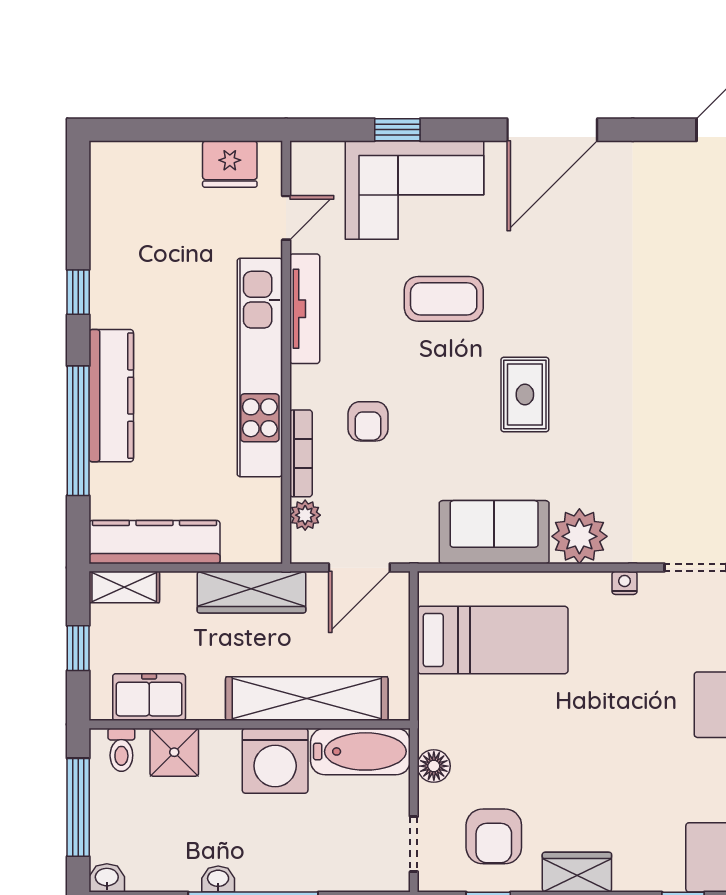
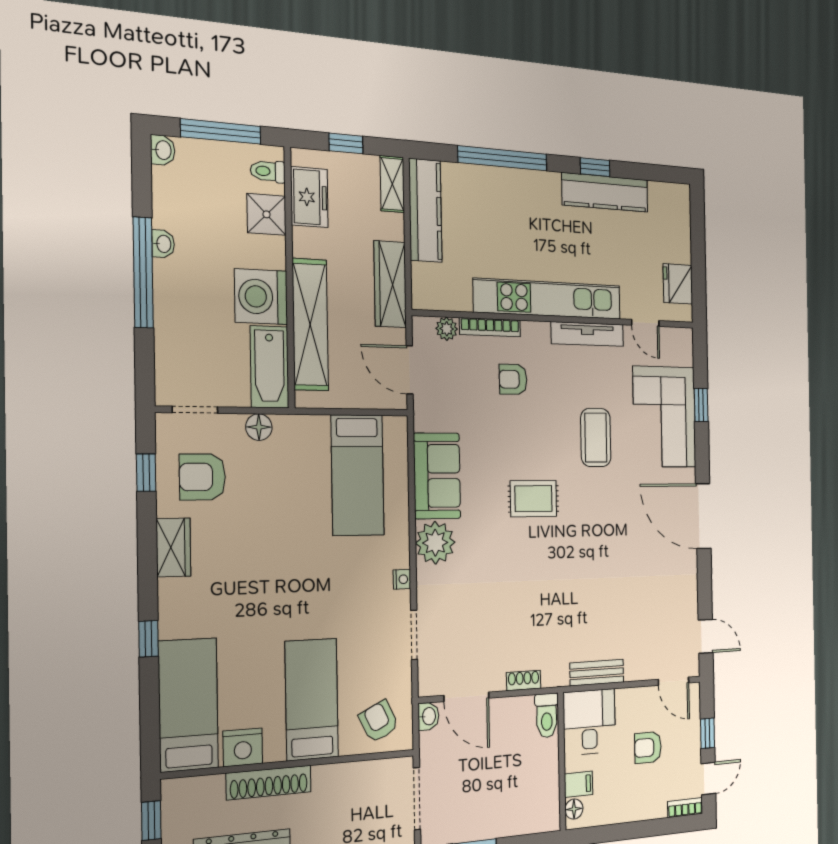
kitchen counter: (111, 396) -> (605, 192), moved

